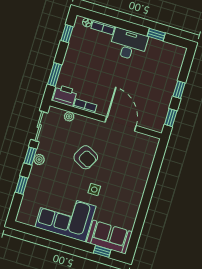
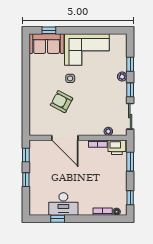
desk: (129, 44) -> (63, 204), moved
armchair: (86, 157) -> (62, 102), moved
plant: (39, 159) -> (122, 77), moved

